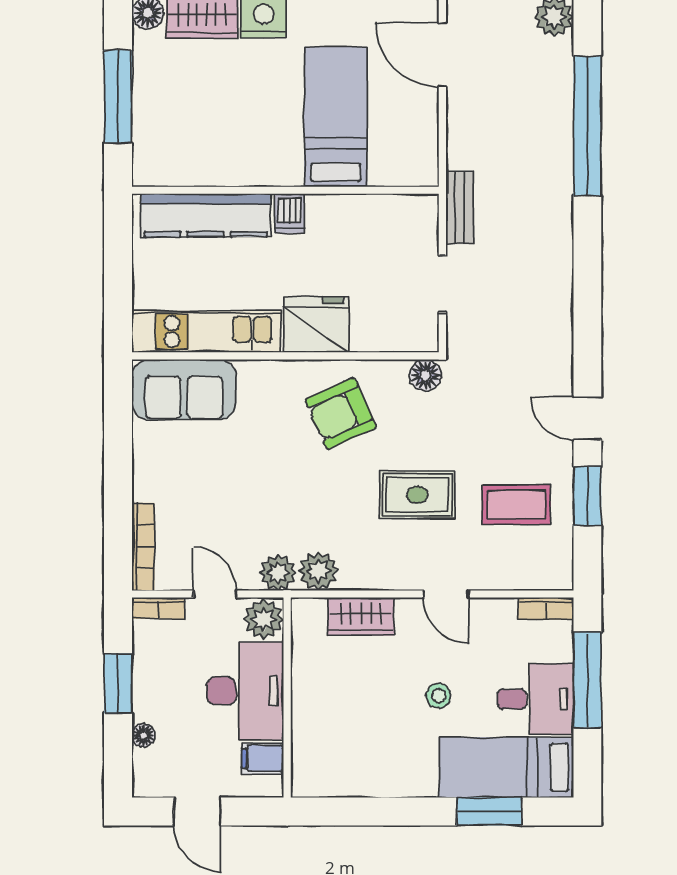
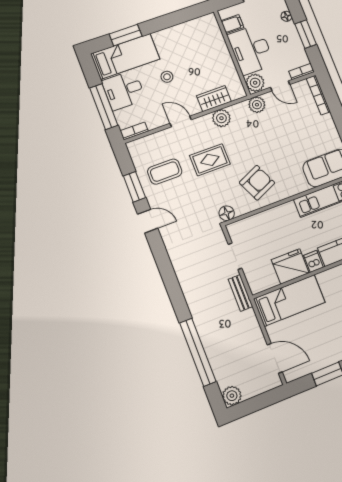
bed: (336, 117) -> (289, 301), moved, turned -90
fridge: (316, 325) -> (290, 266), moved, turned 180
plant: (318, 571) -> (221, 118), moved

